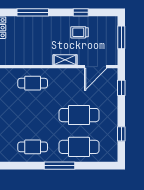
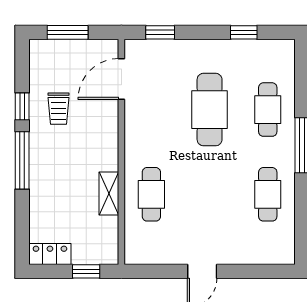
window: (33, 12) -> (22, 160), moved
shelving: (65, 60) -> (109, 194), moved
door: (96, 67) -> (121, 79), swing flipped
cafe table: (79, 147) -> (268, 110), width x0.73, depth x0.74

